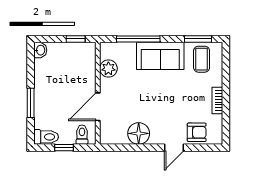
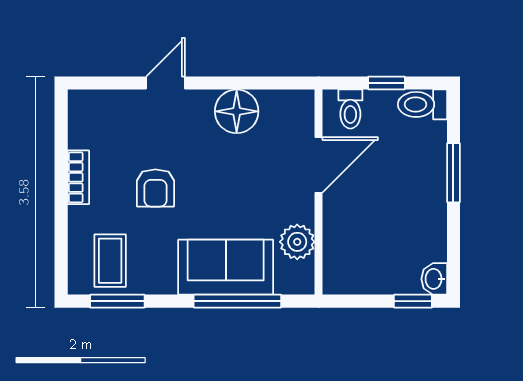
window: (76, 39) -> (413, 301), moved
sofa: (160, 56) -> (226, 267), moved
armchair: (197, 132) -> (155, 188), moved, turned -90

